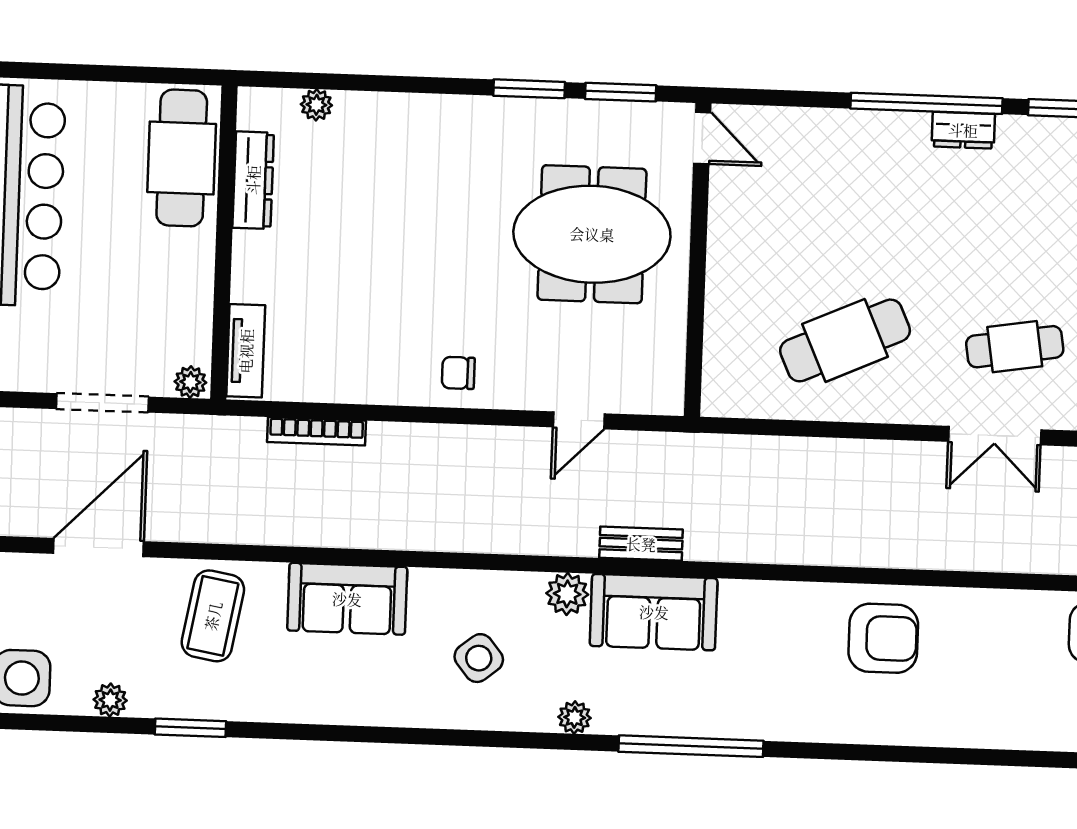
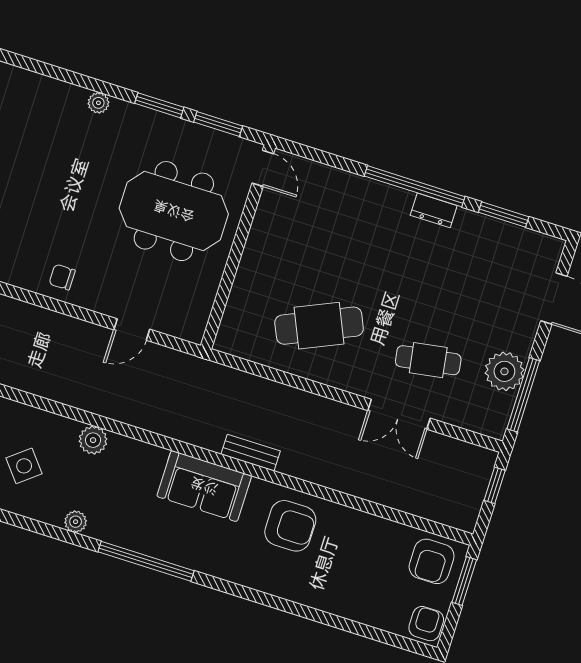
plant: (316, 105) -> (98, 103), moved
bench: (641, 544) -> (251, 453), moved
sofa: (654, 612) -> (204, 486), moved

